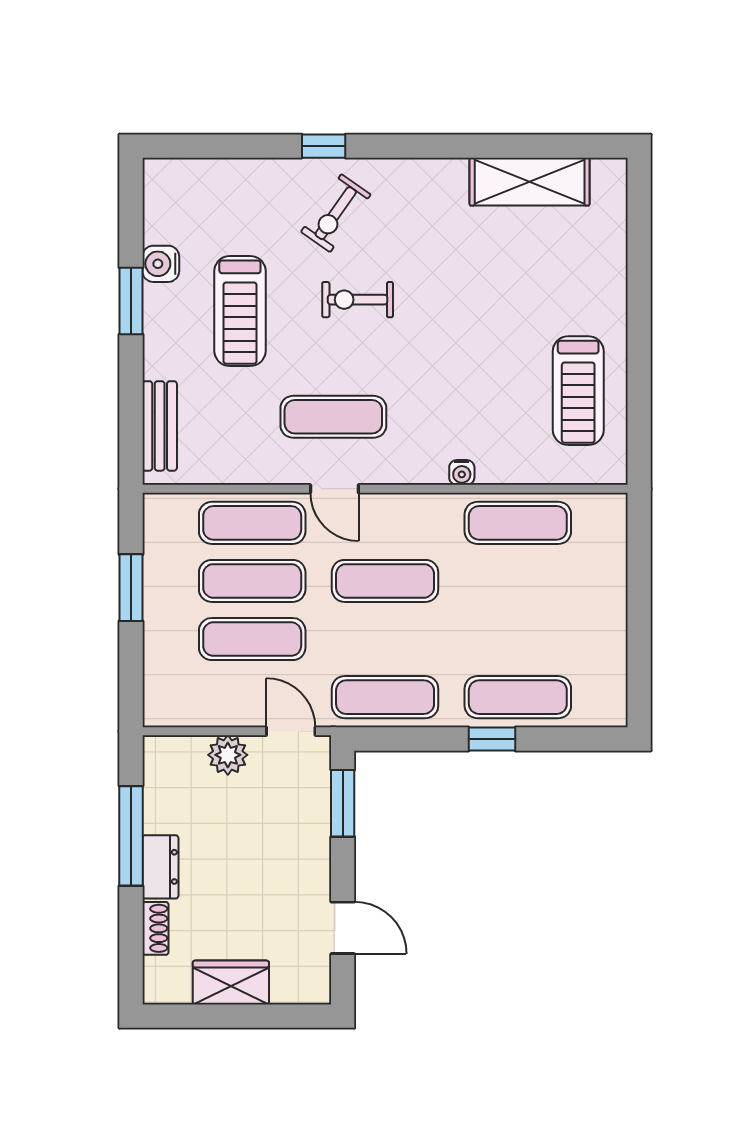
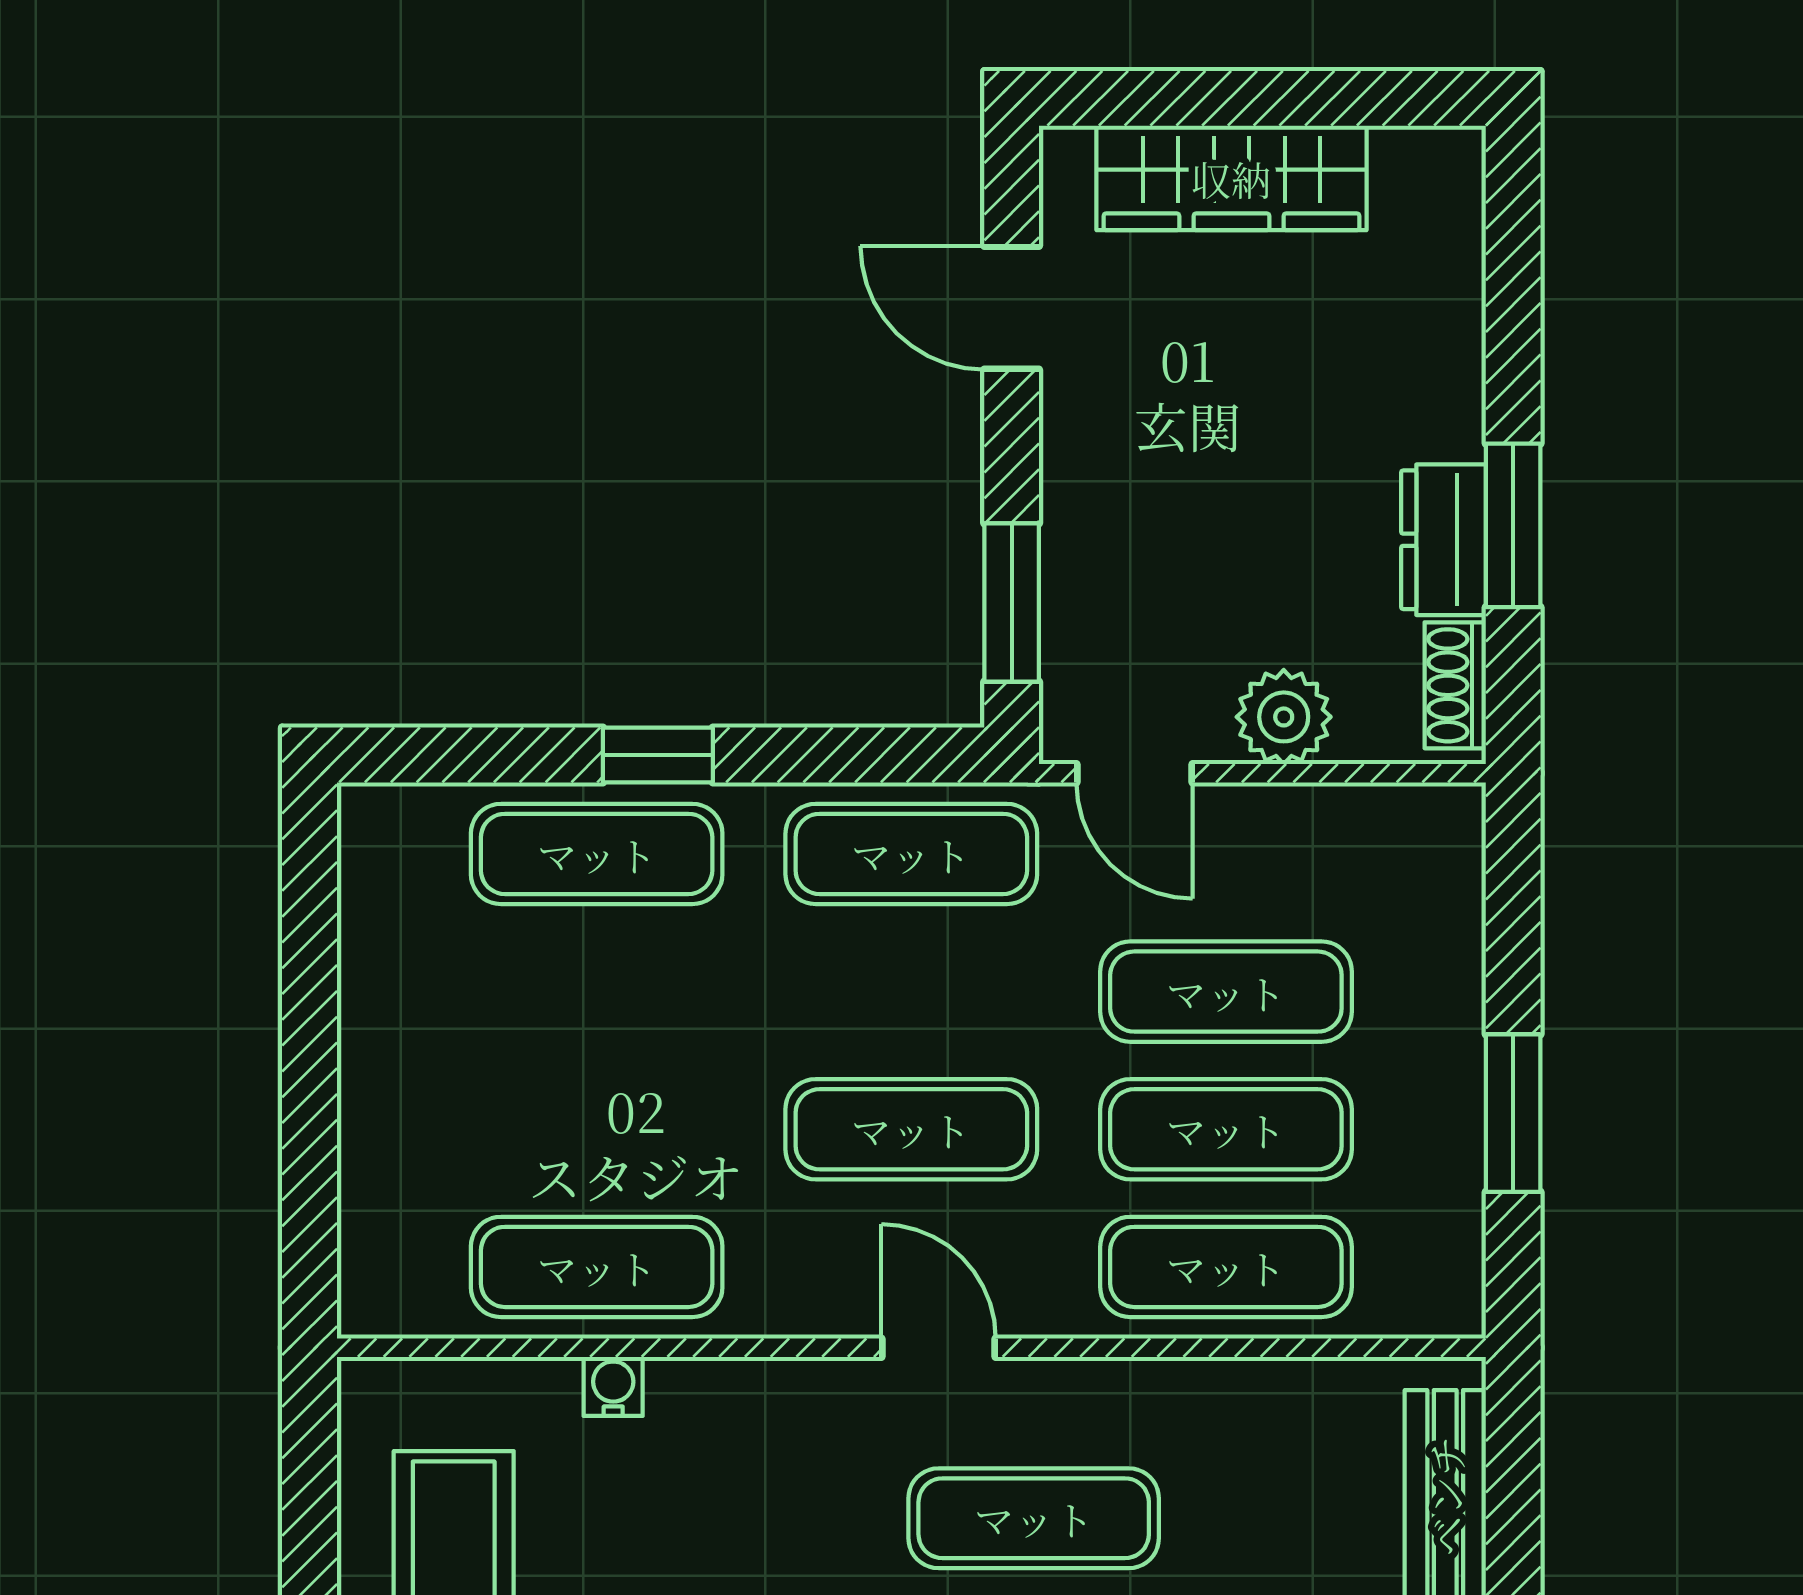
water cooler: (462, 472) -> (613, 1386), moved
door: (334, 489) -> (939, 1348), moved
window: (131, 836) -> (1513, 525), width x0.69
dresser: (160, 867) -> (1443, 540), moved
shoe rack: (155, 928) -> (1455, 685), moved
wardrobe: (231, 983) -> (1231, 178), width x1.50

